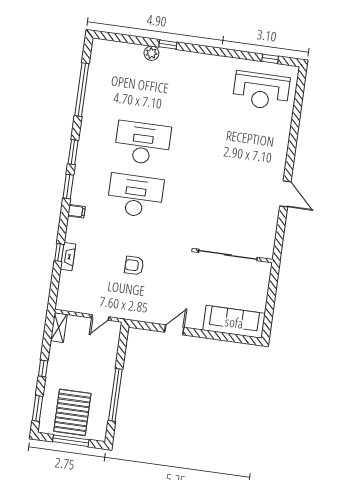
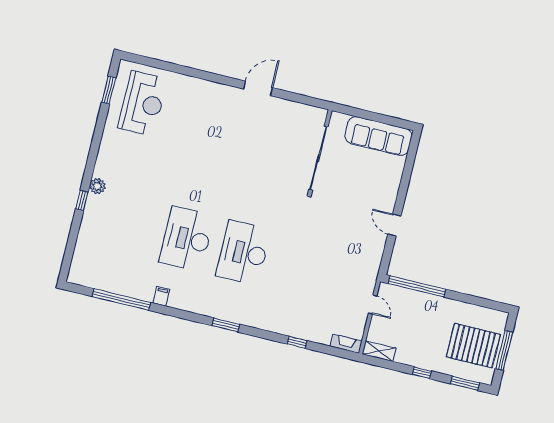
plant: (151, 53) -> (97, 186), moved
window: (270, 59) -> (109, 90), width x1.50
window: (73, 152) -> (189, 316), removed
filing cabinet: (76, 211) -> (161, 296), moved
fireplace: (68, 257) -> (346, 344), moved
armchair: (134, 265) -> (320, 262), removed
sofa: (234, 322) -> (378, 136), moved, turned -90
window: (115, 395) -> (417, 286), moved

